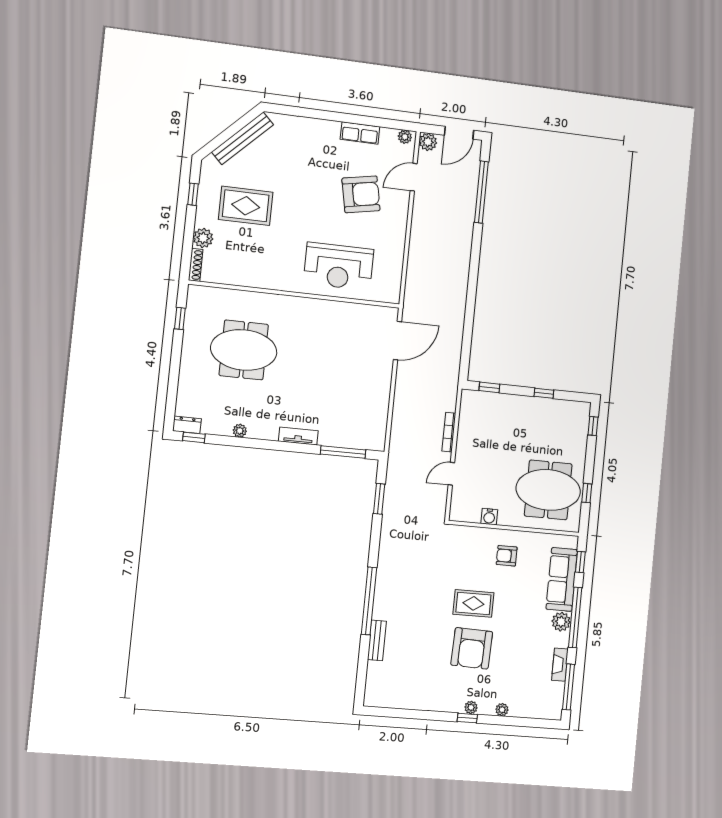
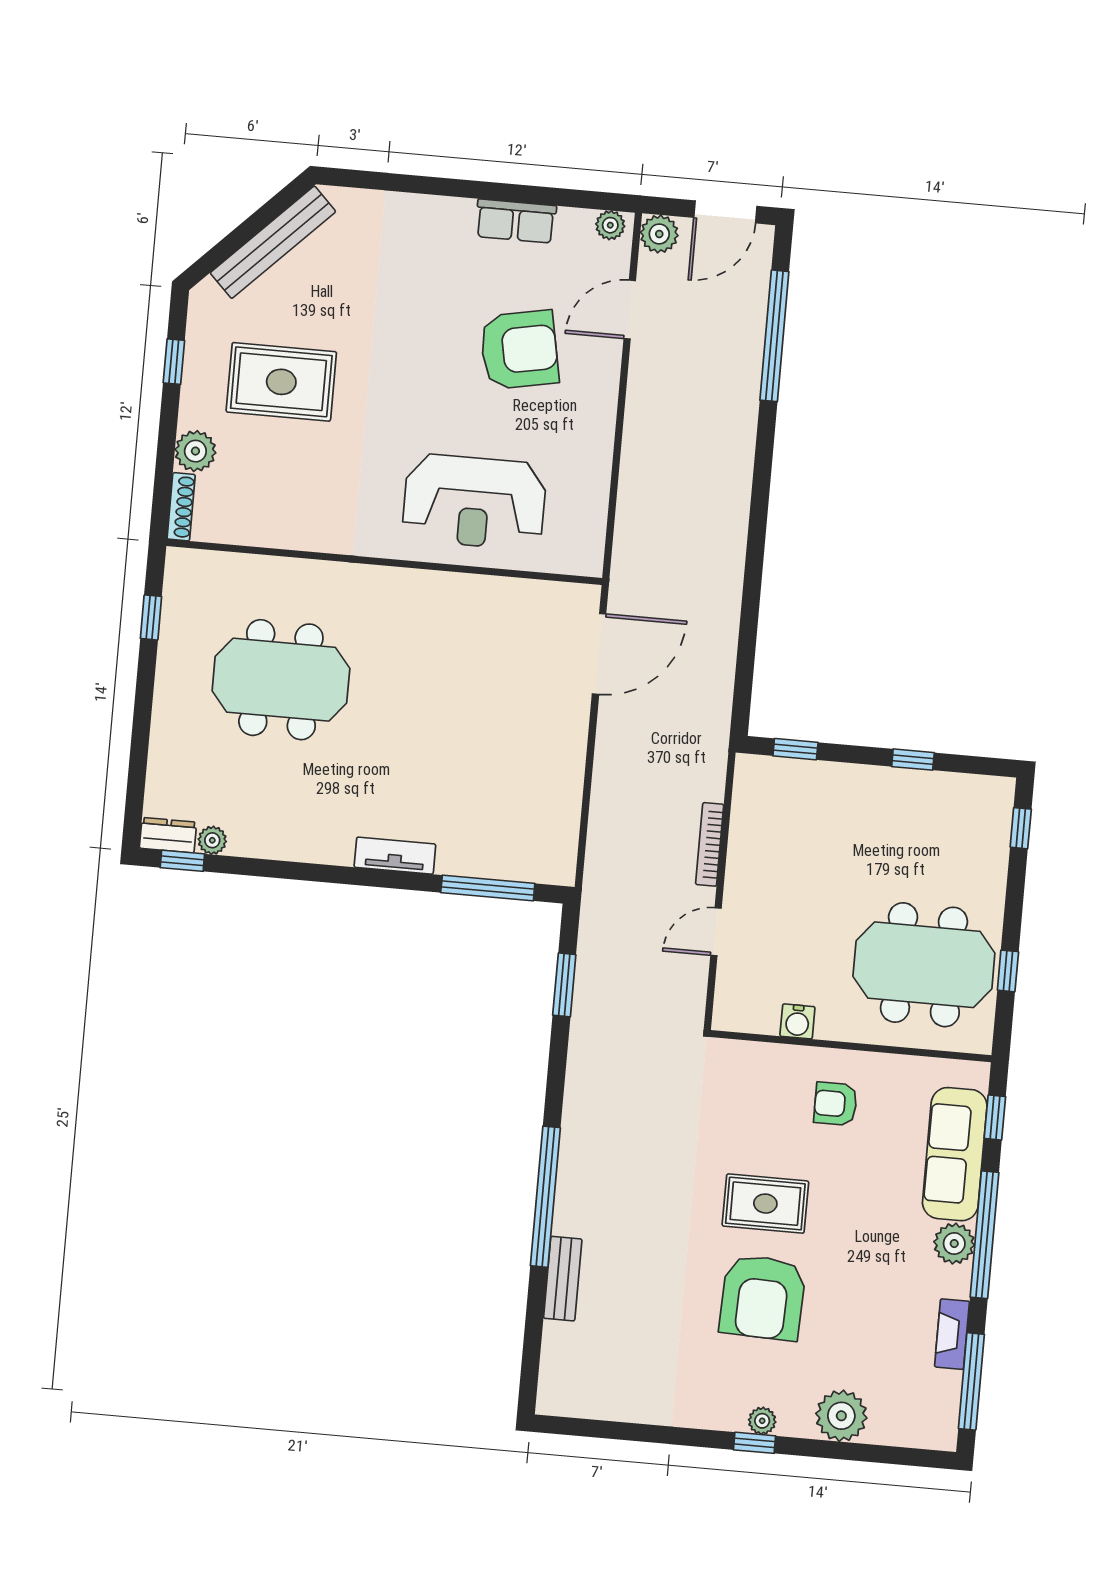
plant: (240, 431) -> (212, 840), moved
plant: (502, 710) -> (841, 1416), width x1.88, depth x1.88

